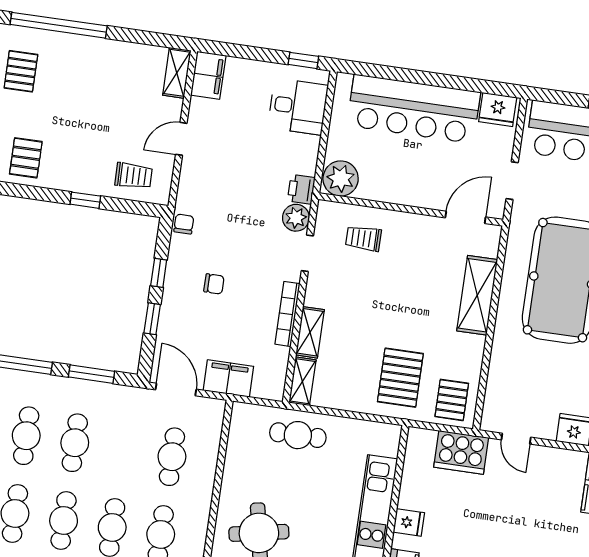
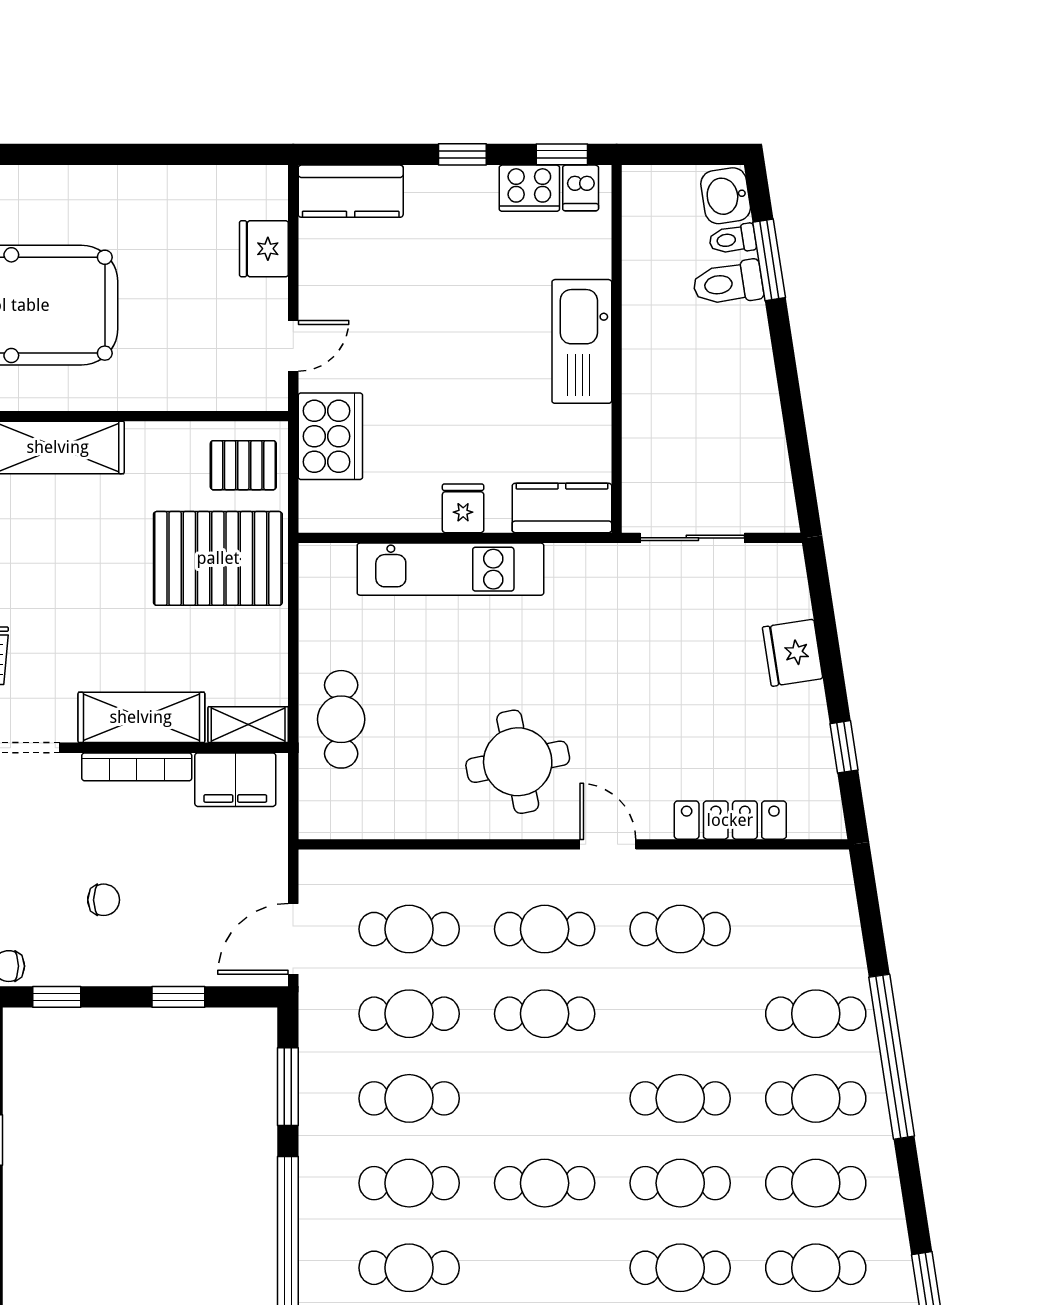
window: (159, 273) -> (57, 997), moved
chair: (214, 284) -> (104, 900), turned 90
shelving: (310, 332) -> (141, 717), width x1.50, depth x1.33
filing cabinet: (228, 378) -> (235, 780), moved, turned -90
pallet: (400, 378) -> (218, 558), width x1.37, depth x1.41
cafe table: (64, 520) -> (409, 1014), moved

